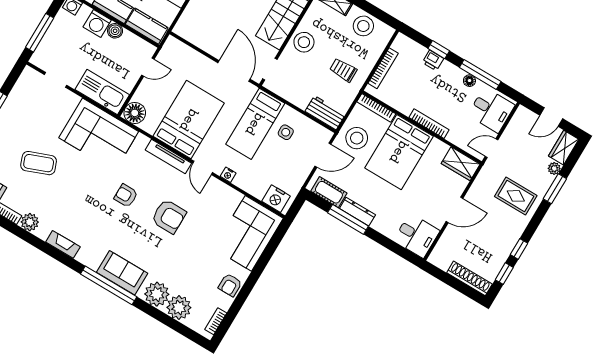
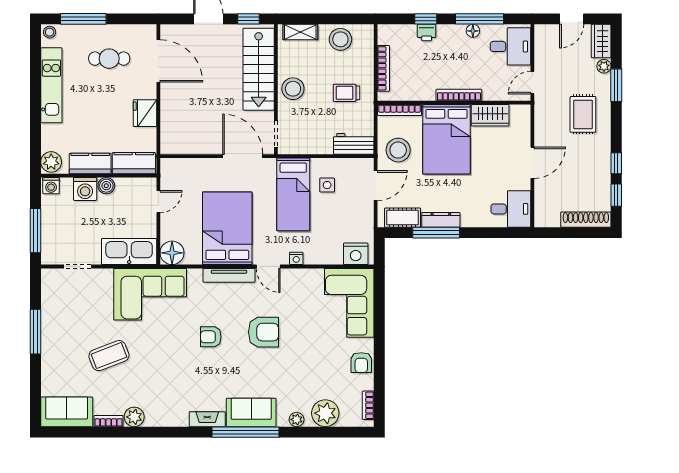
wardrobe: (461, 164) -> (490, 115), moved
rug: (516, 196) -> (583, 114), turned 90
fireplace: (63, 244) -> (207, 419), moved
plant: (157, 294) -> (297, 419), width x0.53, depth x0.53

